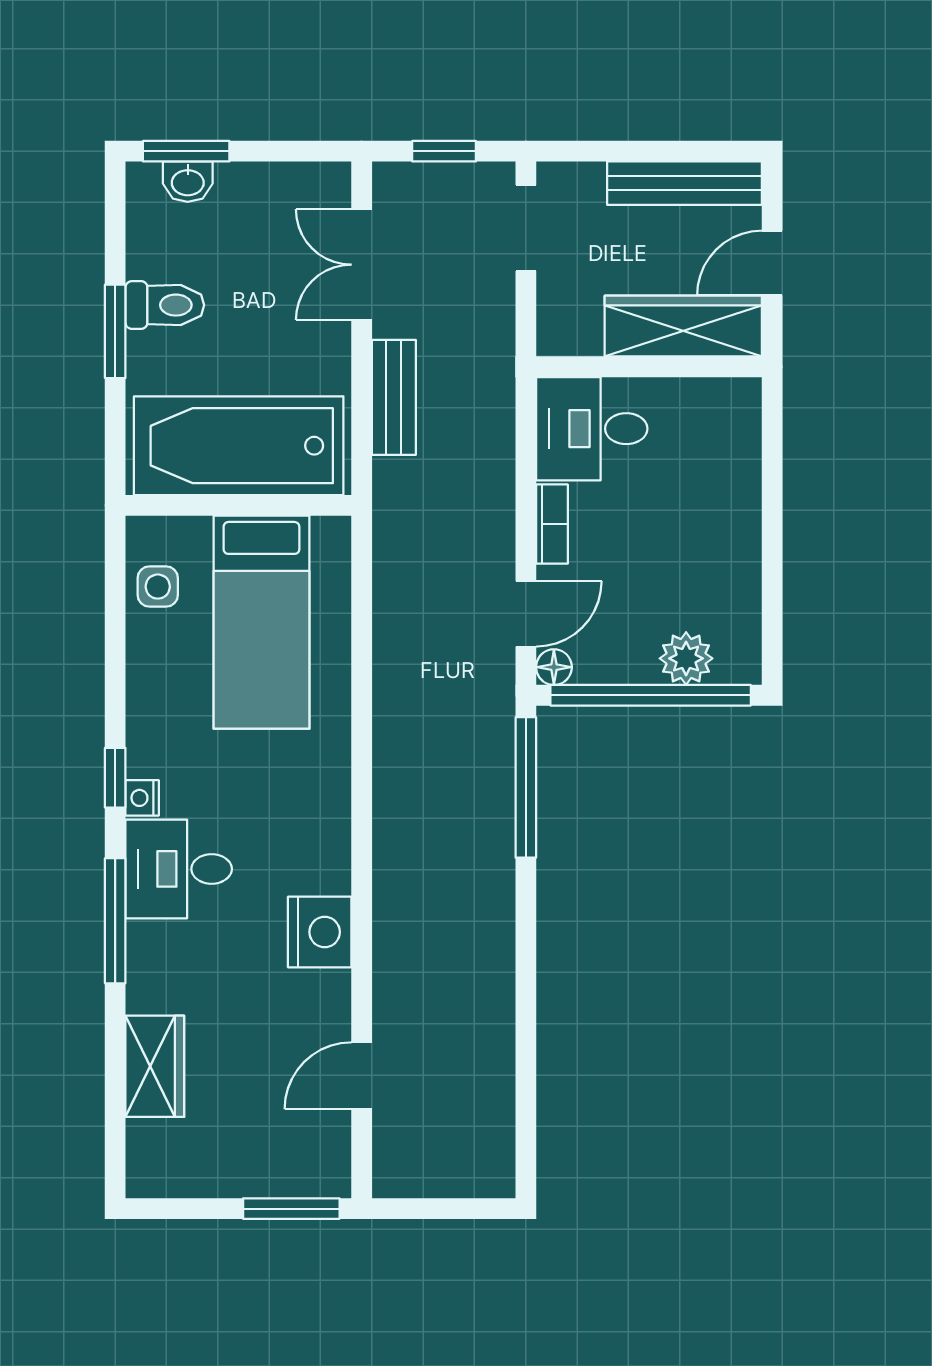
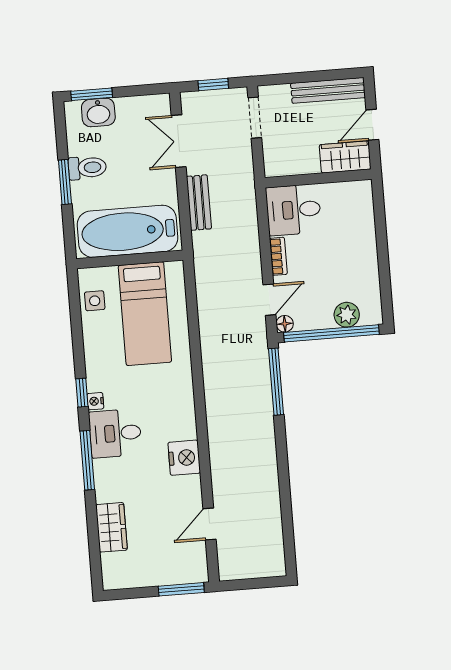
washbasin: (188, 182) -> (98, 112), width x1.38, depth x1.45
wardrobe: (683, 326) -> (345, 157), width x0.67

